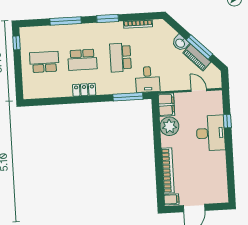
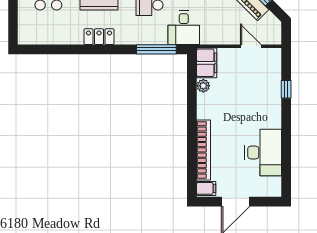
plant: (169, 126) -> (203, 86), width x0.53, depth x0.53
desk: (211, 133) -> (263, 153), moved

